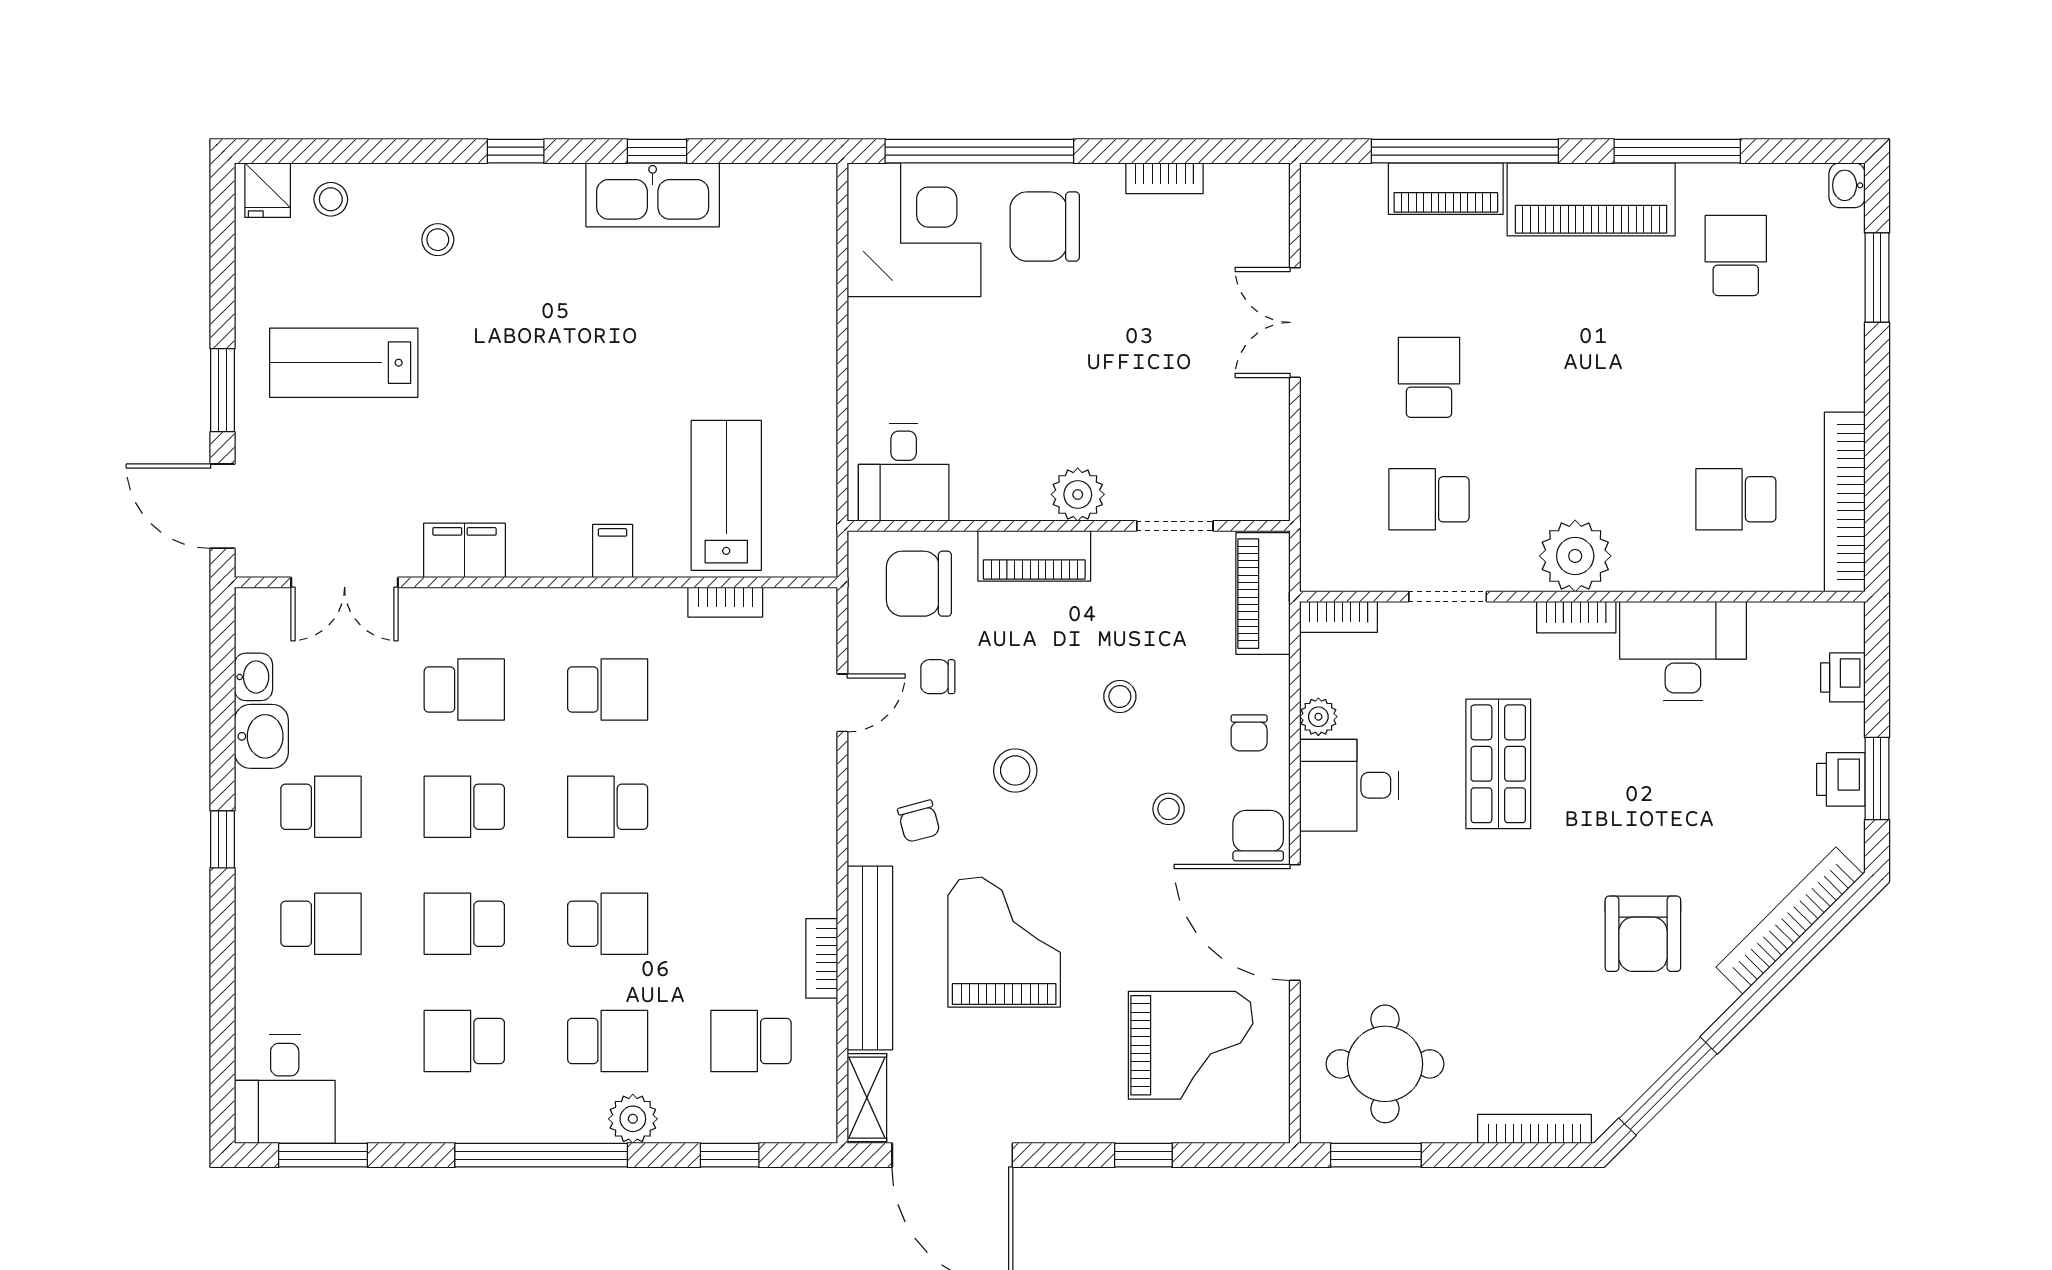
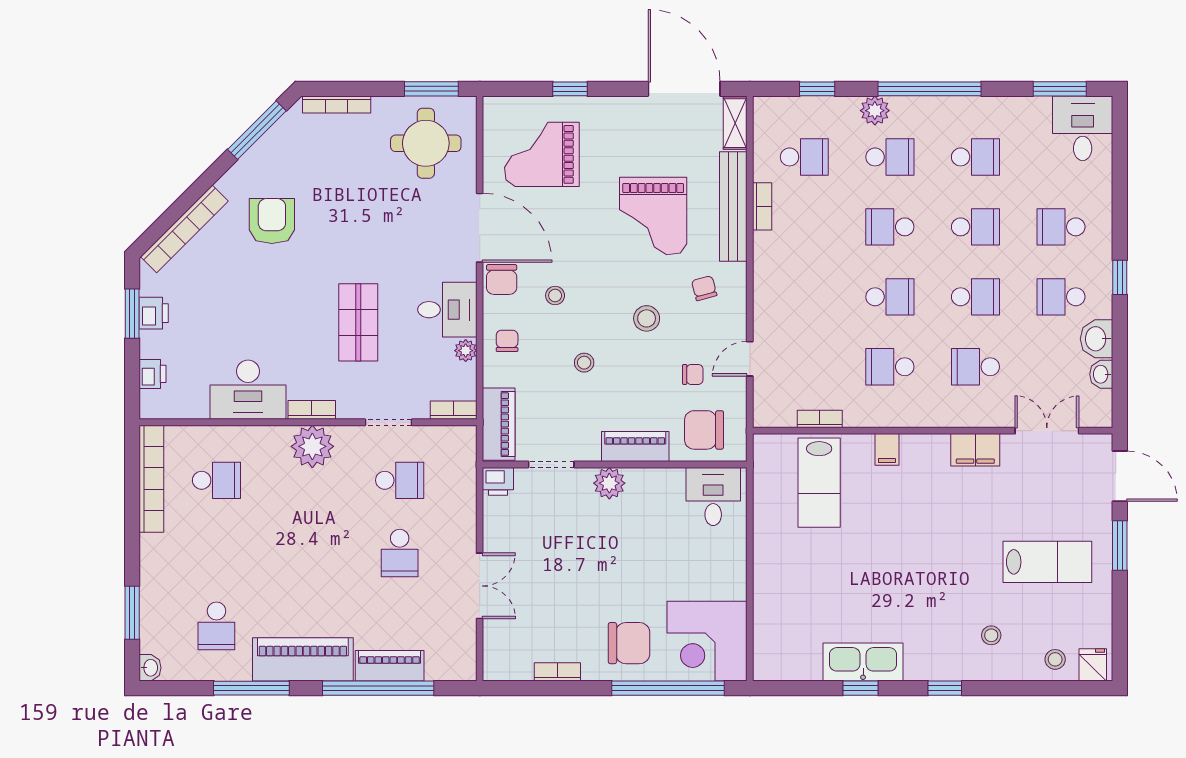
printer: (1264, 498) -> (498, 481), added
chair: (919, 584) -> (704, 430), turned 180
school desk: (608, 1041) -> (890, 157), turned 180

